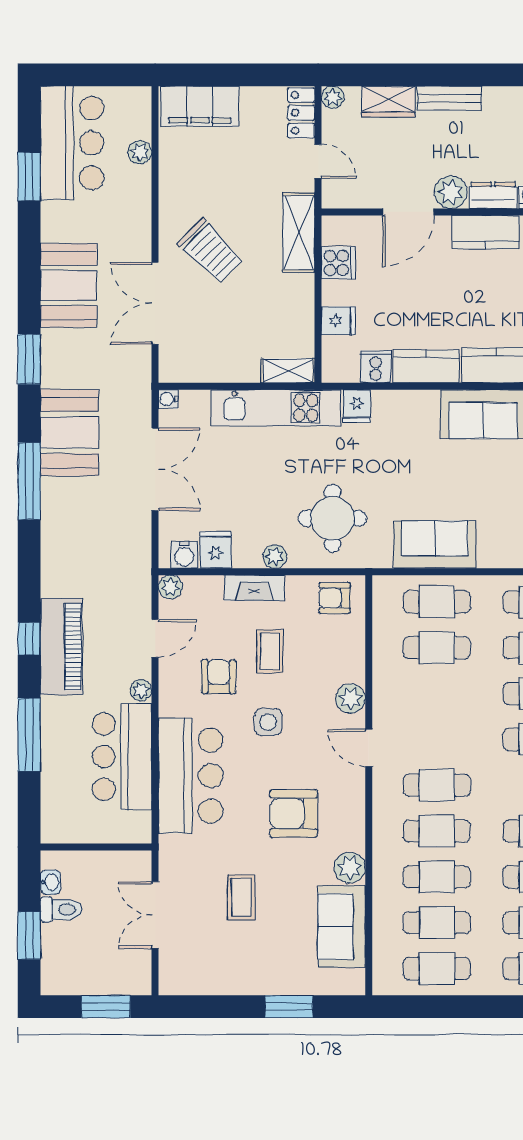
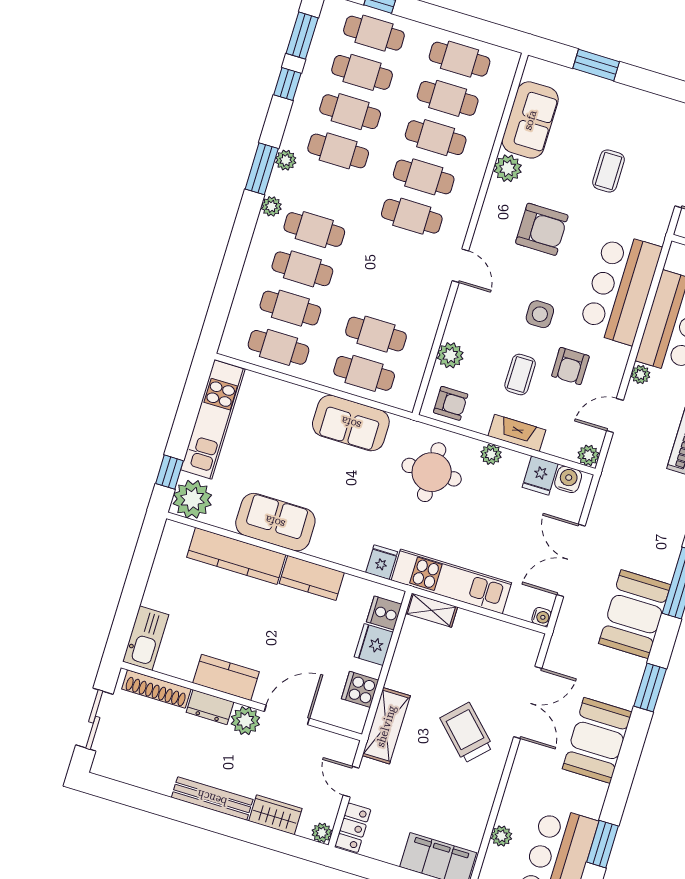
bench: (449, 98) -> (212, 798), width x1.36
fridge: (338, 321) -> (374, 645), width x1.38
cooker: (376, 367) -> (384, 613), moved, turned 90
plant: (351, 698) -> (450, 355), moved

